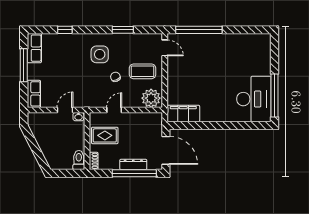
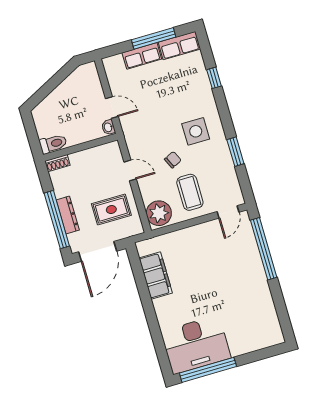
row of seats: (34, 94) -> (142, 56), moved
filing cabinet: (183, 113) -> (156, 275), moved
rug: (105, 135) -> (111, 210), moved, turned 90

